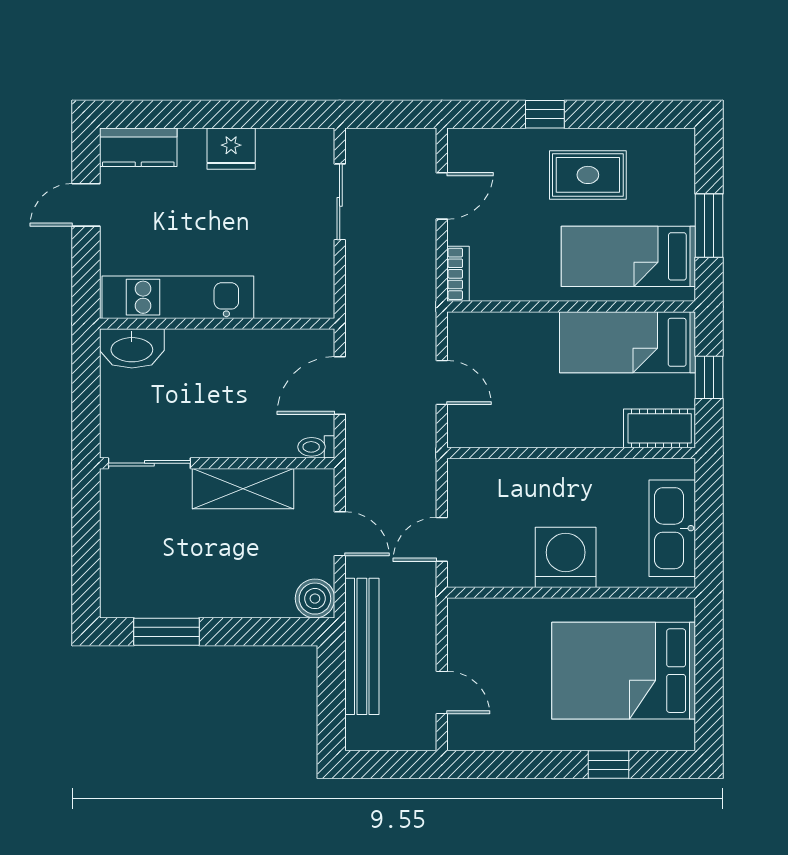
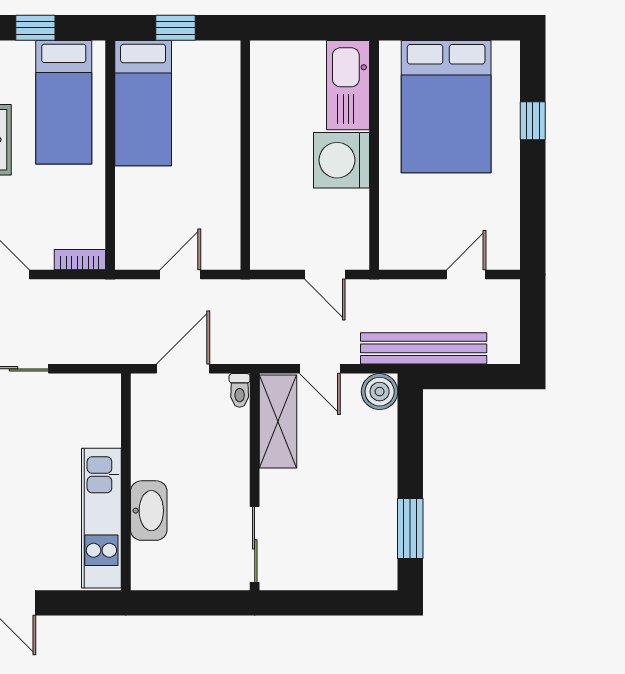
window: (709, 226) -> (35, 28), width x0.67
washbasin: (132, 348) -> (149, 511), moved
door: (340, 386) -> (183, 369), swing flipped
cot: (660, 428) -> (223, 73), removed
shelving: (243, 489) -> (278, 421), moved
kitchen sink: (672, 528) -> (348, 85), moved, turned 90
door: (340, 534) -> (320, 369), swing flipped

